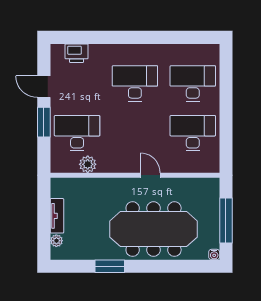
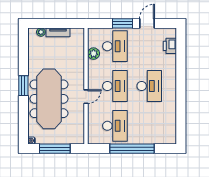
desk: (193, 83) -> (115, 86), moved
window: (226, 108) -> (132, 149), added
window: (110, 266) -> (23, 86), moved

